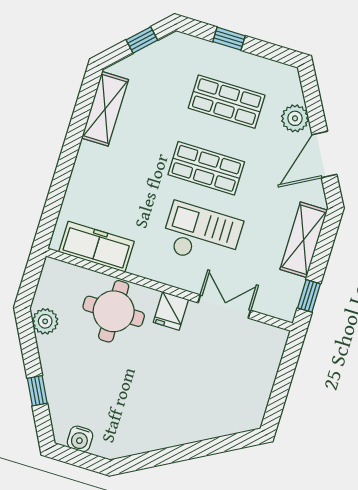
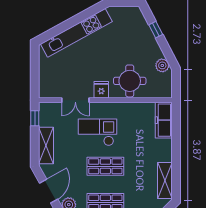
checkout: (202, 235) -> (98, 132), turned 180
freezer: (97, 247) -> (164, 120), moved, turned 90
kitchen unit: (185, 430) -> (76, 33), added
water cooler: (80, 439) -> (127, 12), removed

